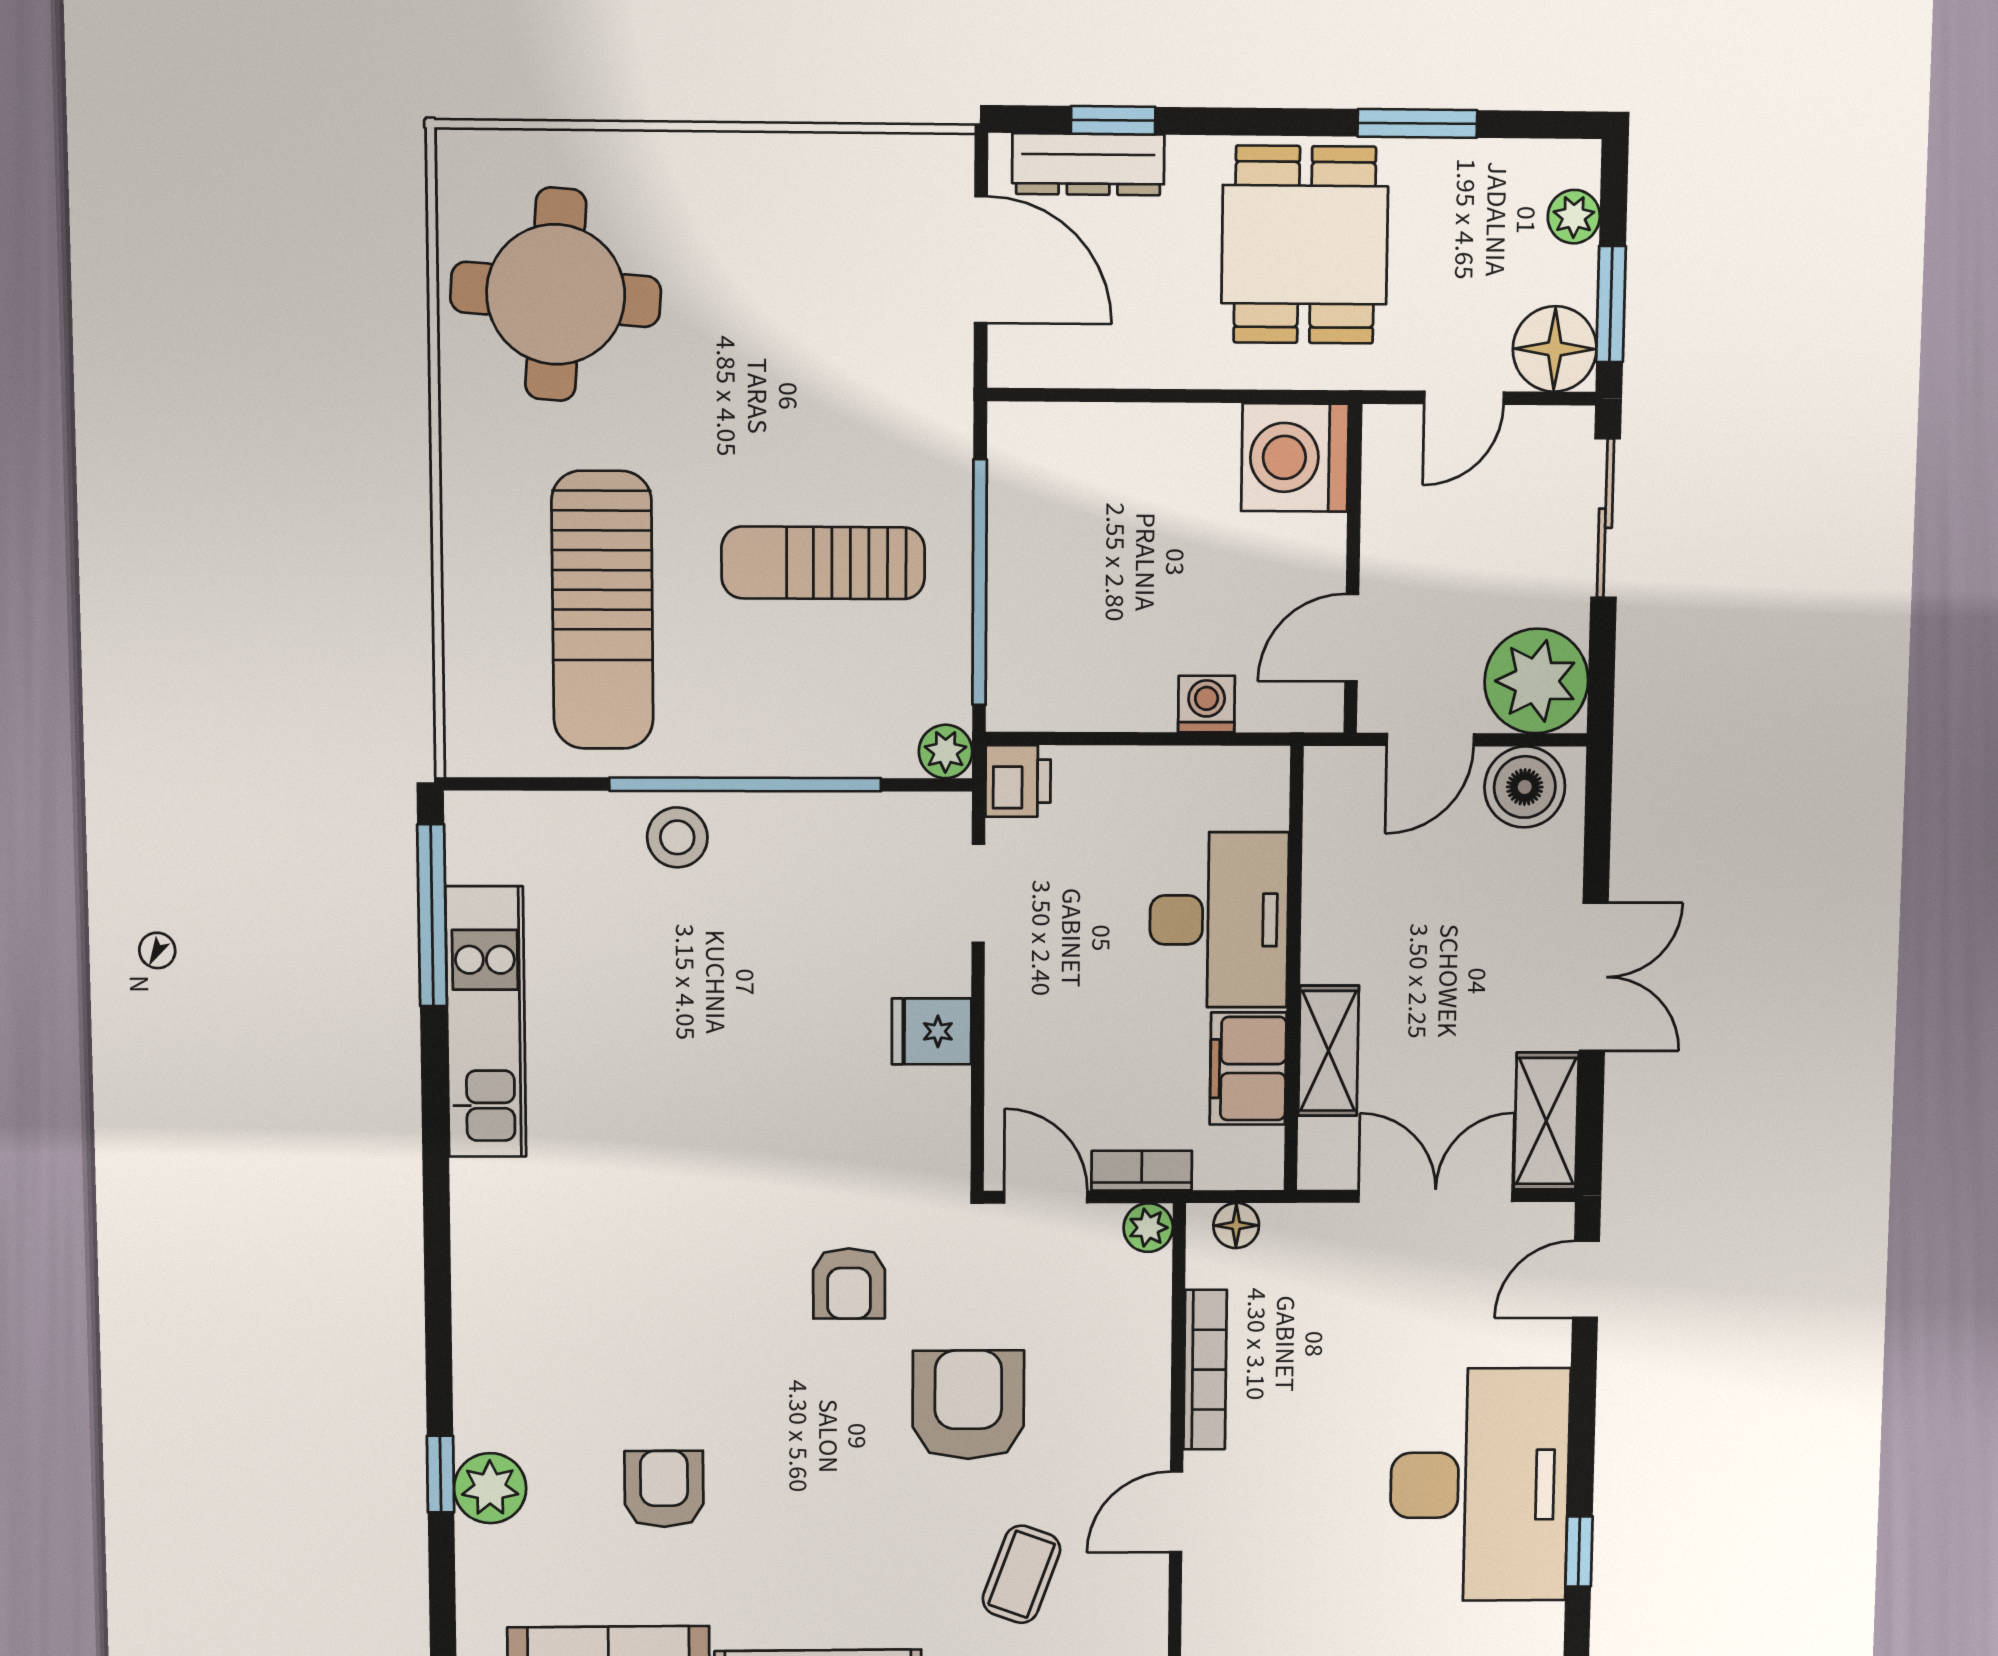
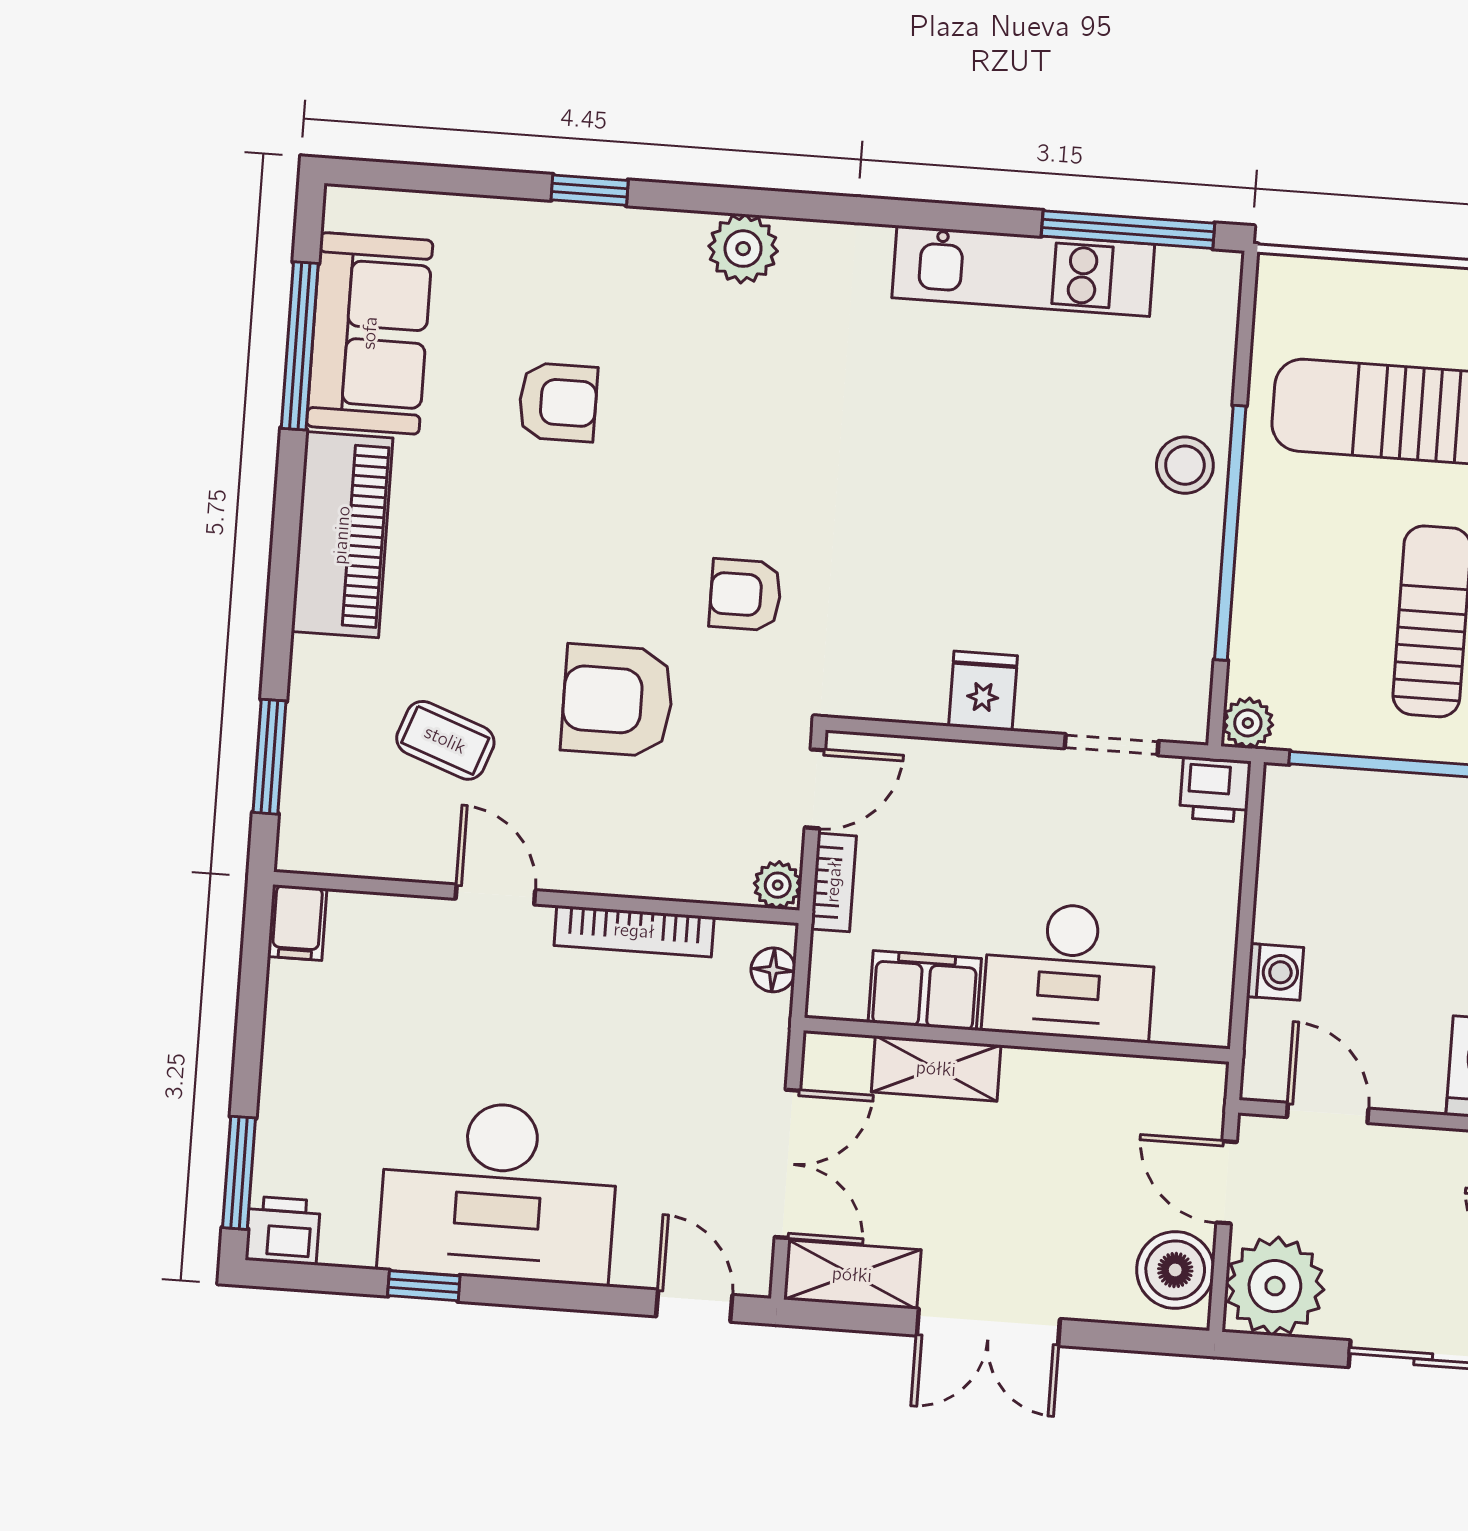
armchair: (968, 1405) -> (617, 701), turned 180
plant: (490, 1488) -> (743, 249), moved

